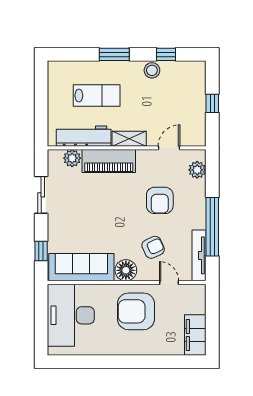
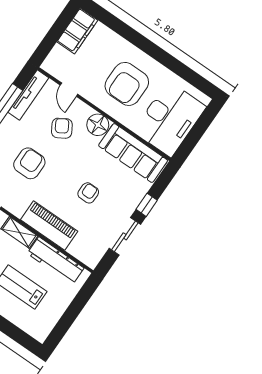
plant: (72, 158) -> (78, 249), removed
armchair: (95, 209) -> (88, 193), added
armchair: (153, 247) -> (62, 128), turned 84
window: (41, 251) -> (147, 205), moved
armchair: (136, 311) -> (127, 84), moved, turned 90

